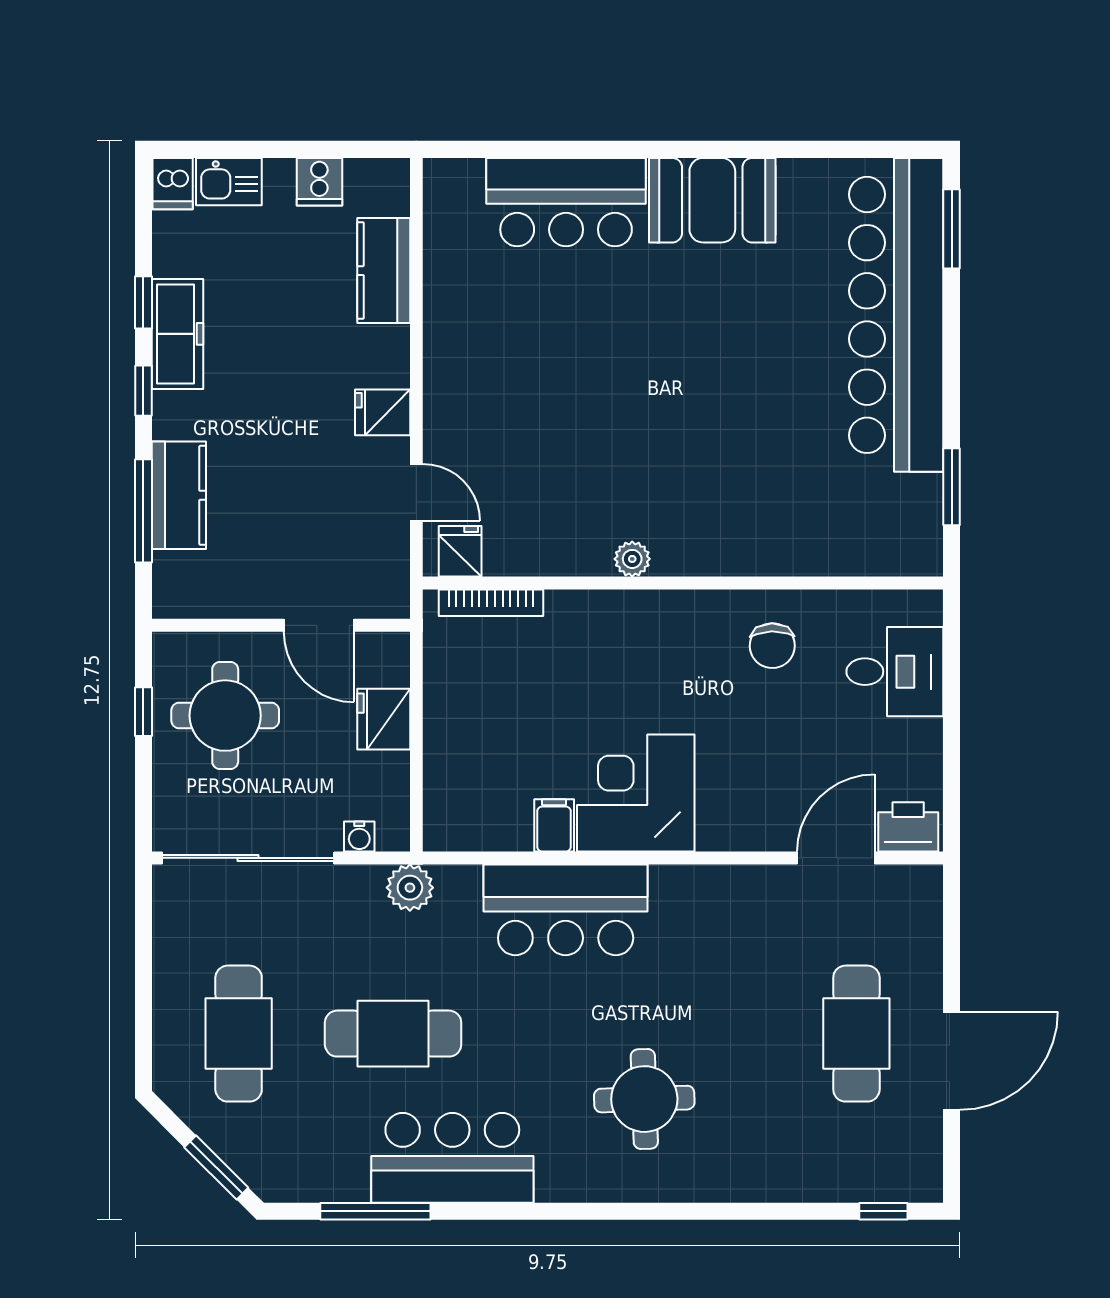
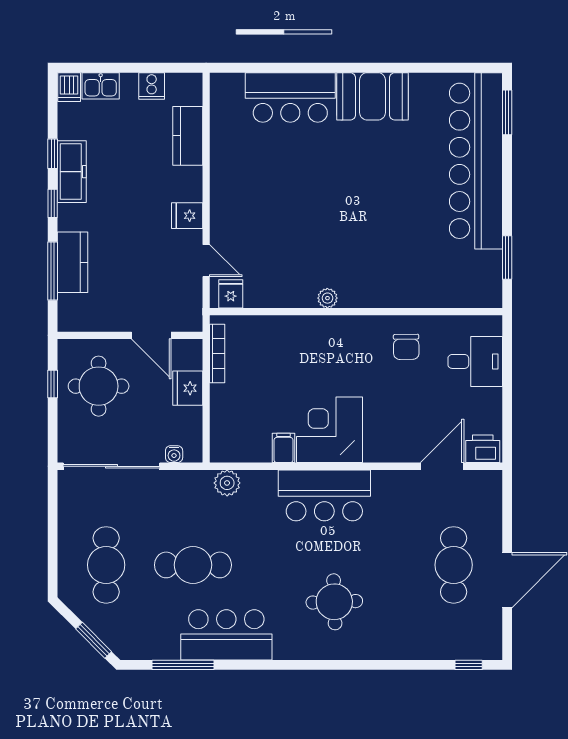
bookcase: (491, 603) -> (217, 354), moved, turned -90
plant: (410, 888) -> (227, 483), moved
bar counter: (566, 910) -> (324, 495), moved

